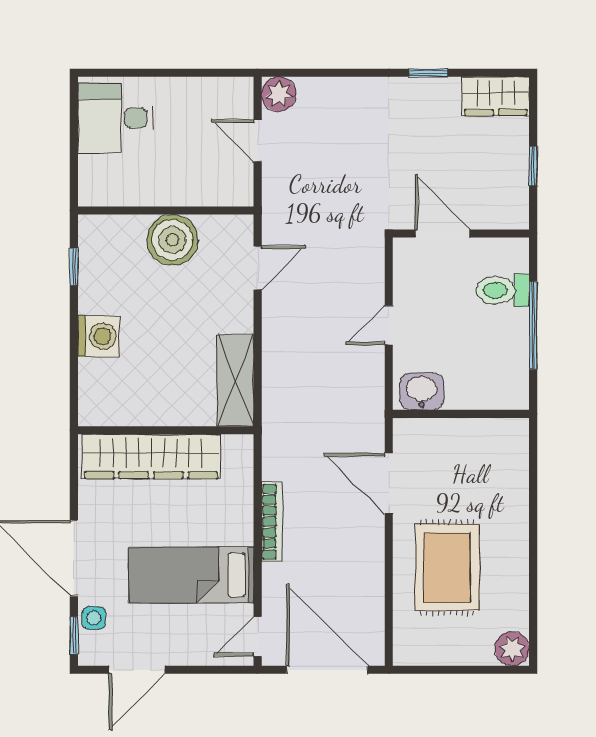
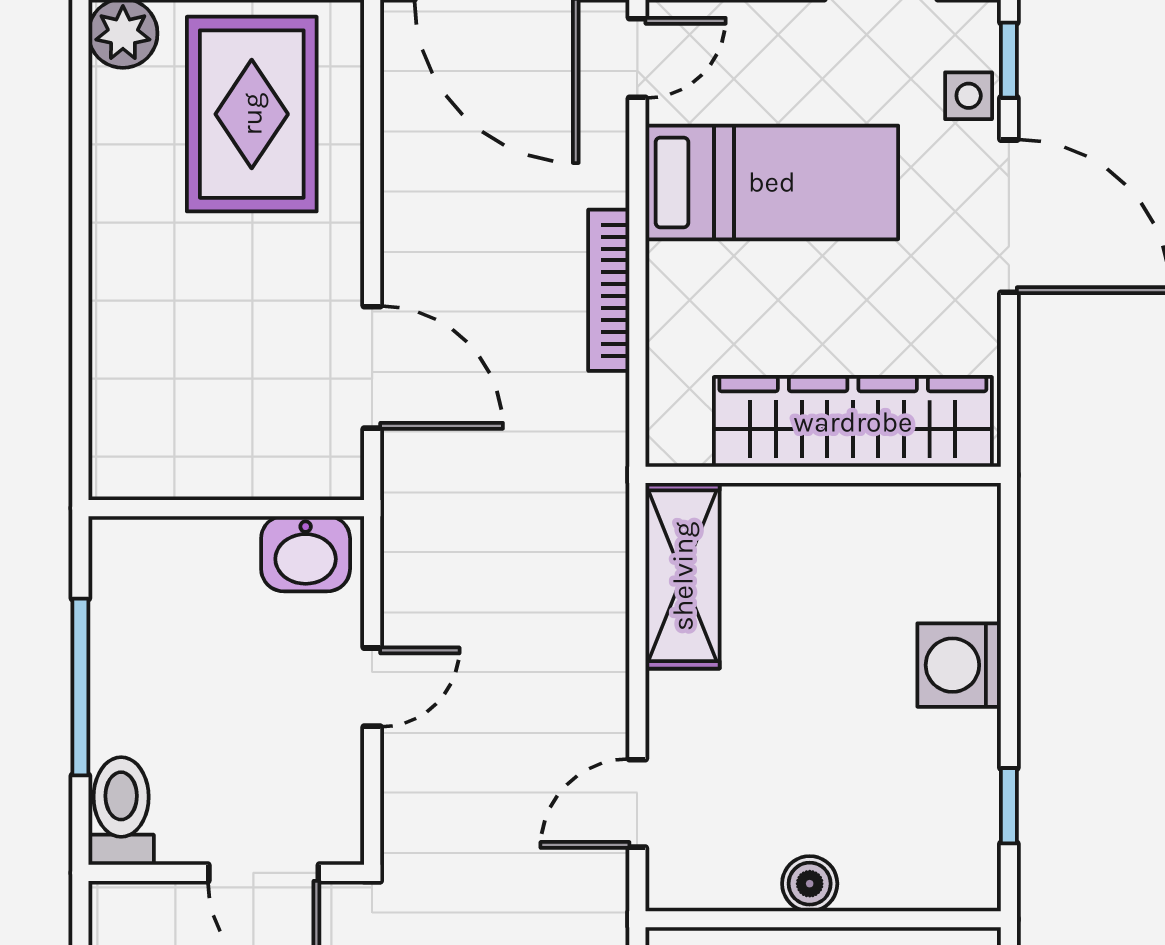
boiler: (172, 240) -> (810, 884), width x0.54, depth x0.54
toilet: (503, 290) -> (121, 811), moved, turned -90
rug: (447, 568) -> (252, 114), moved

